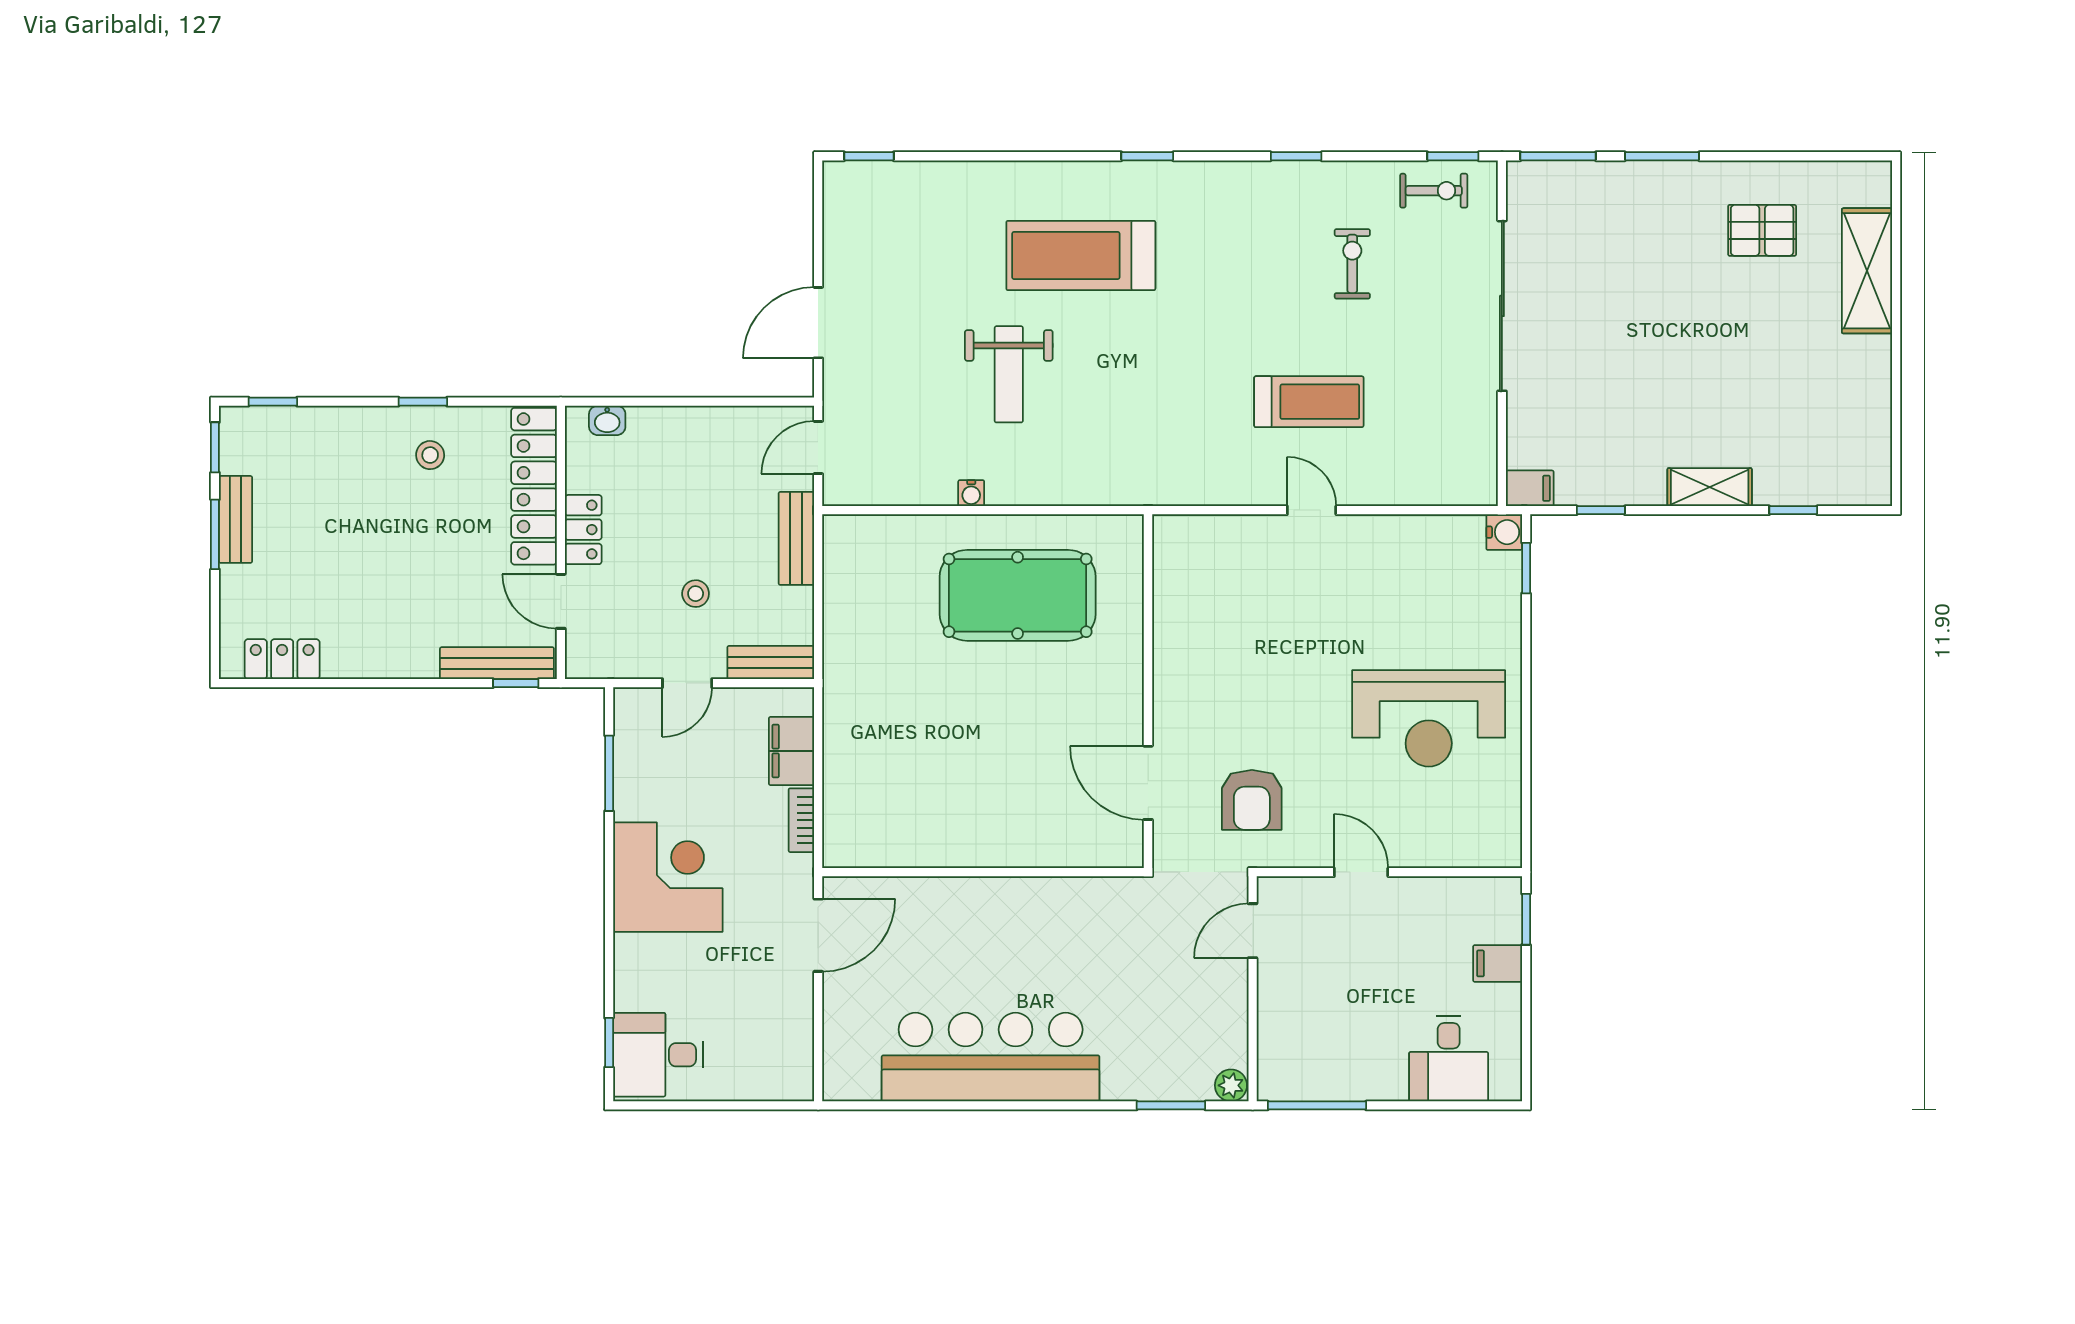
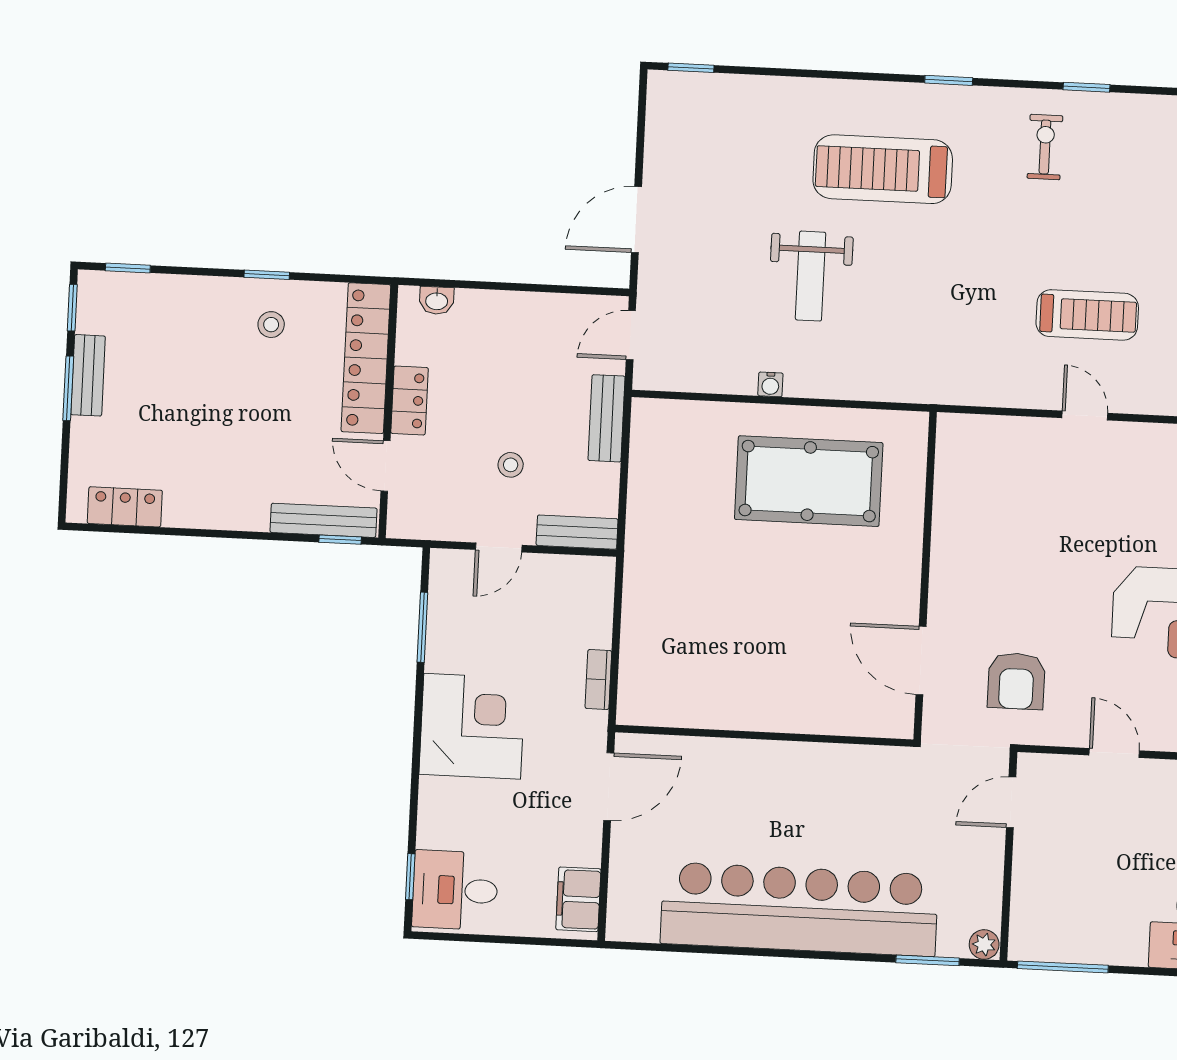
exercise bike: (1352, 264) -> (1045, 147), moved
filing cabinet: (791, 751) -> (578, 899), moved
bar counter: (991, 1057) -> (799, 909), width x1.36

